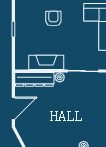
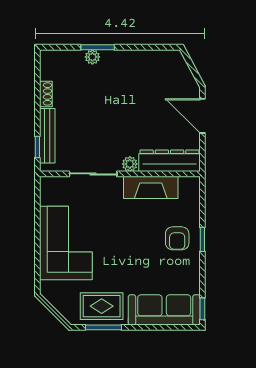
armchair: (53, 19) -> (177, 238), moved
door: (13, 108) -> (202, 116), hinge flipped

